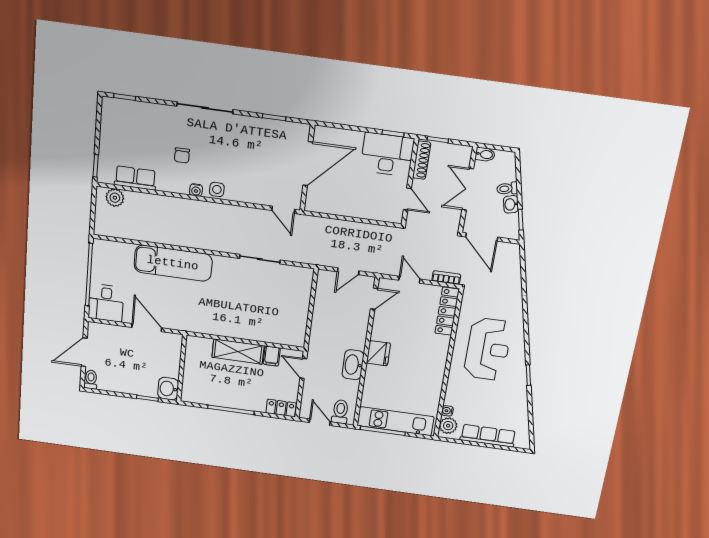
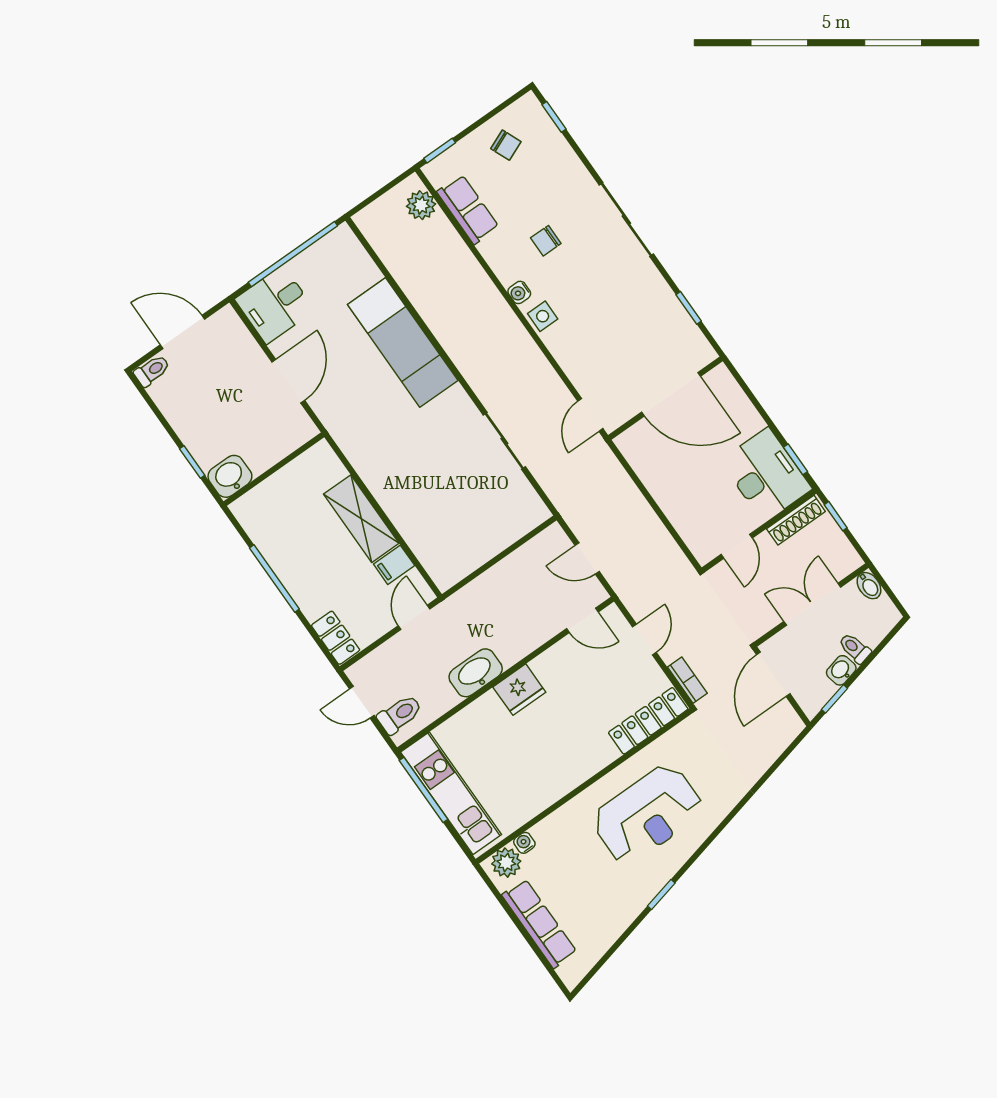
chair: (119, 132) -> (506, 145), added
door: (320, 422) -> (362, 702), swing flipped

